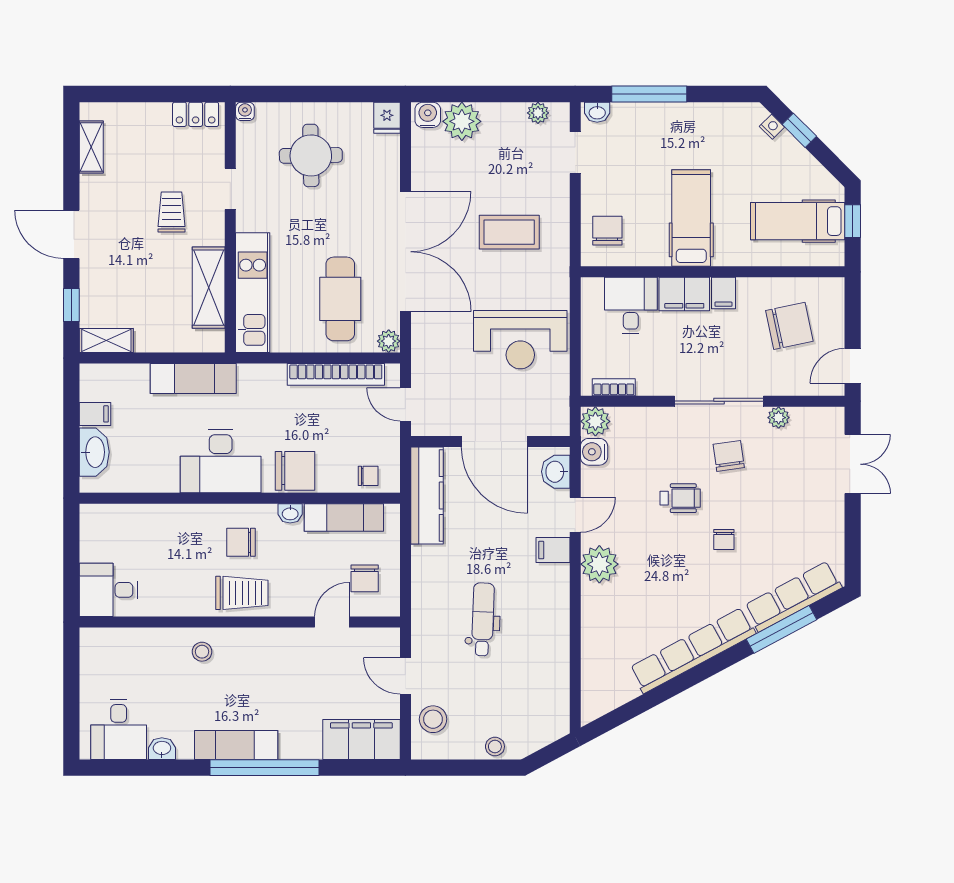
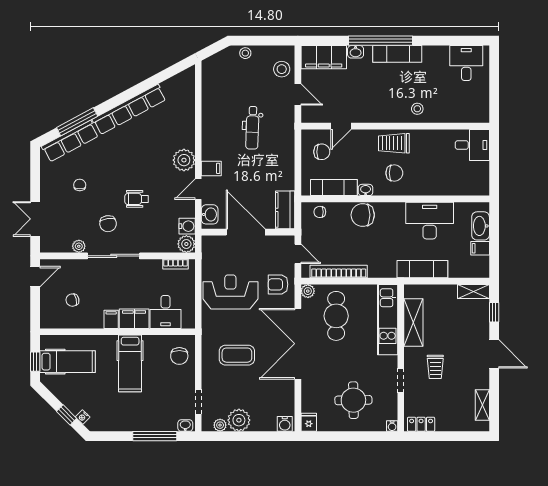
plant: (462, 121) -> (239, 420), moved
chair: (789, 326) -> (72, 300), width x0.54, depth x0.54
armchair: (439, 352) -> (278, 284), added
desk: (221, 461) -> (430, 221), moved
kitchen counter: (427, 496) -> (285, 210), width x0.67
chair: (724, 540) -> (80, 185), moved
chair: (365, 578) -> (322, 152), turned 90
washbasin: (162, 749) -> (356, 52), moved

